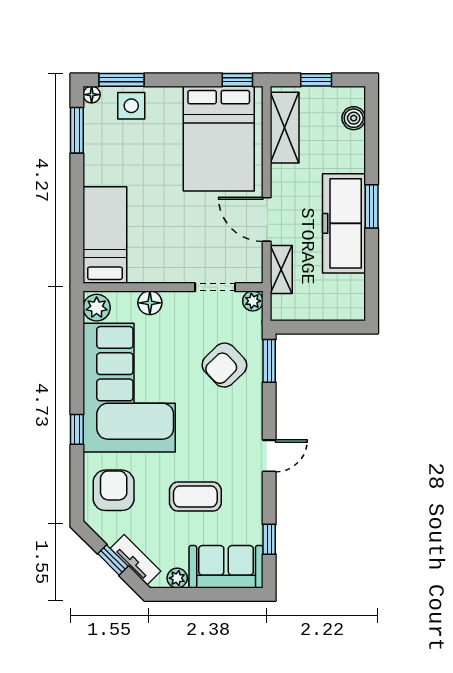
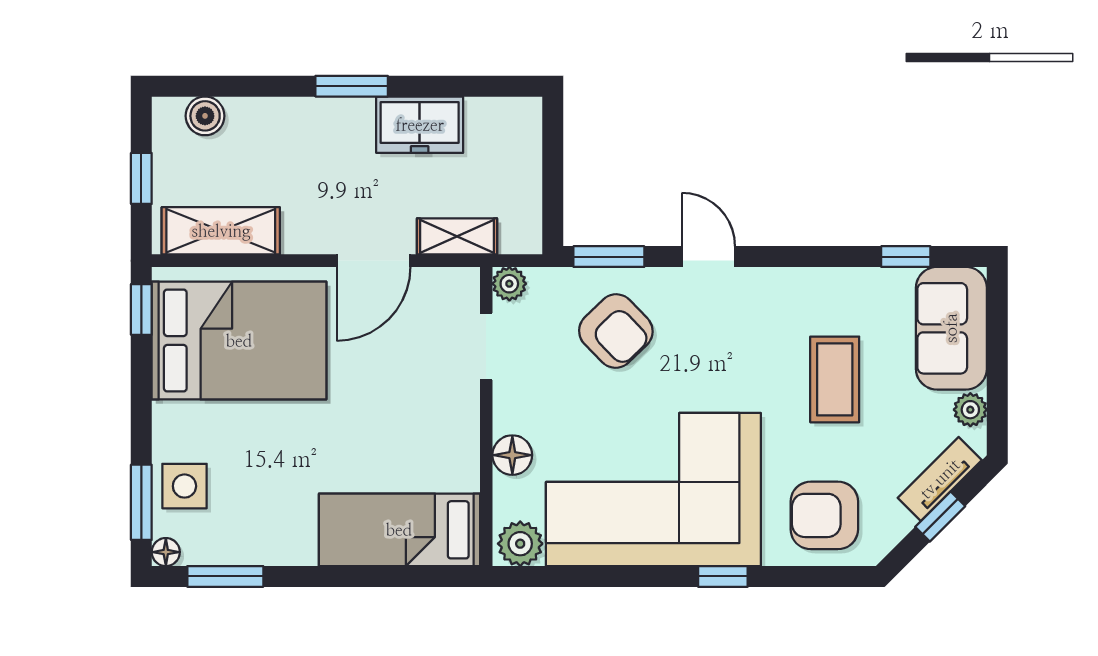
freezer: (344, 223) -> (420, 125), width x0.52, depth x0.79
door: (269, 456) -> (708, 257), moved

